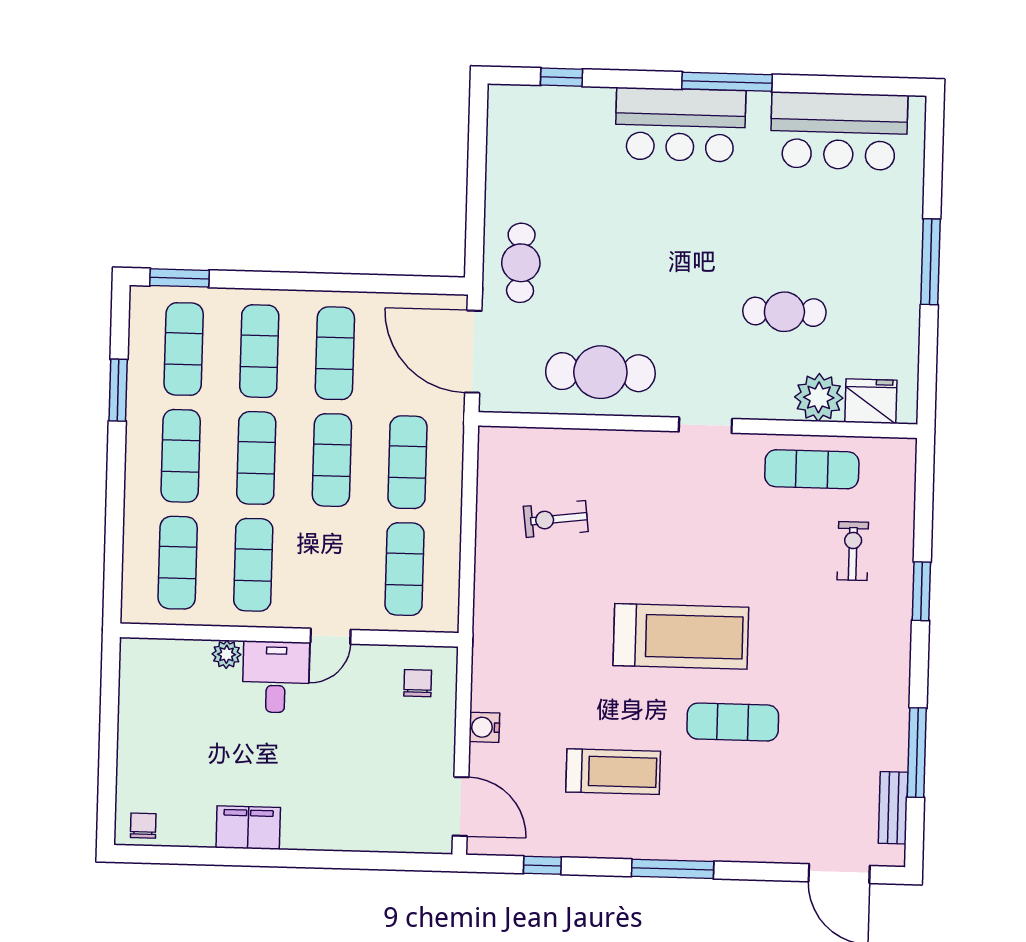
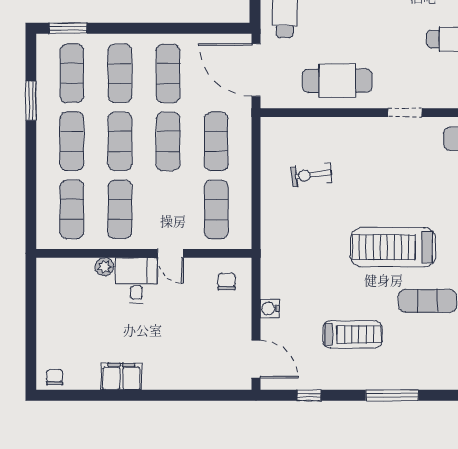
door: (331, 636) -> (170, 253), hinge flipped
treadmill: (681, 636) -> (393, 247), turned 180

